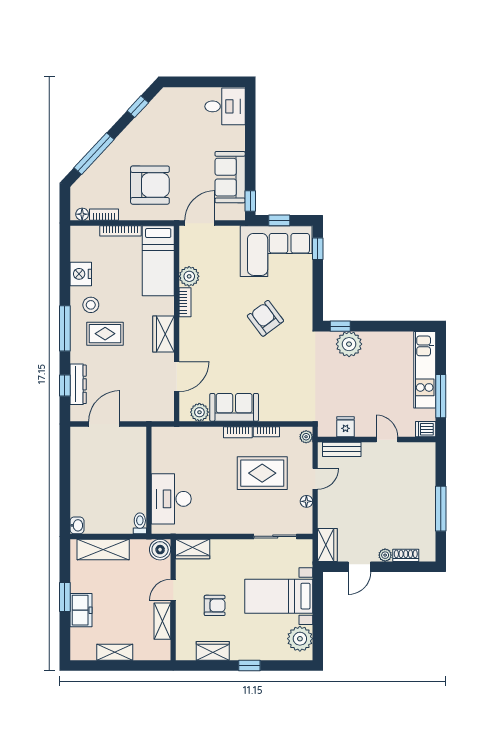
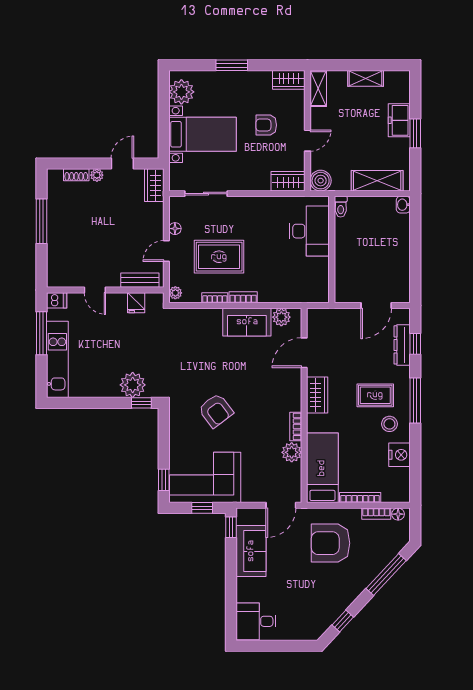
shelving: (162, 621) -> (318, 89), moved
wardrobe: (213, 651) -> (289, 80), moved
window: (249, 665) -> (232, 65), width x1.50

